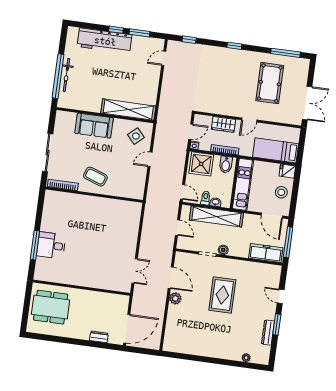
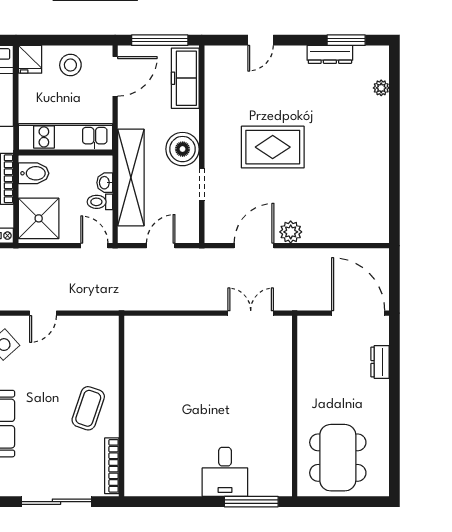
door: (150, 159) -> (43, 313), hinge flipped
door: (182, 192) -> (94, 246), hinge flipped
window: (35, 245) -> (251, 502), moved
boiler: (223, 250) -> (183, 149), width x1.86, depth x1.86
window: (277, 324) -> (346, 40), moved

